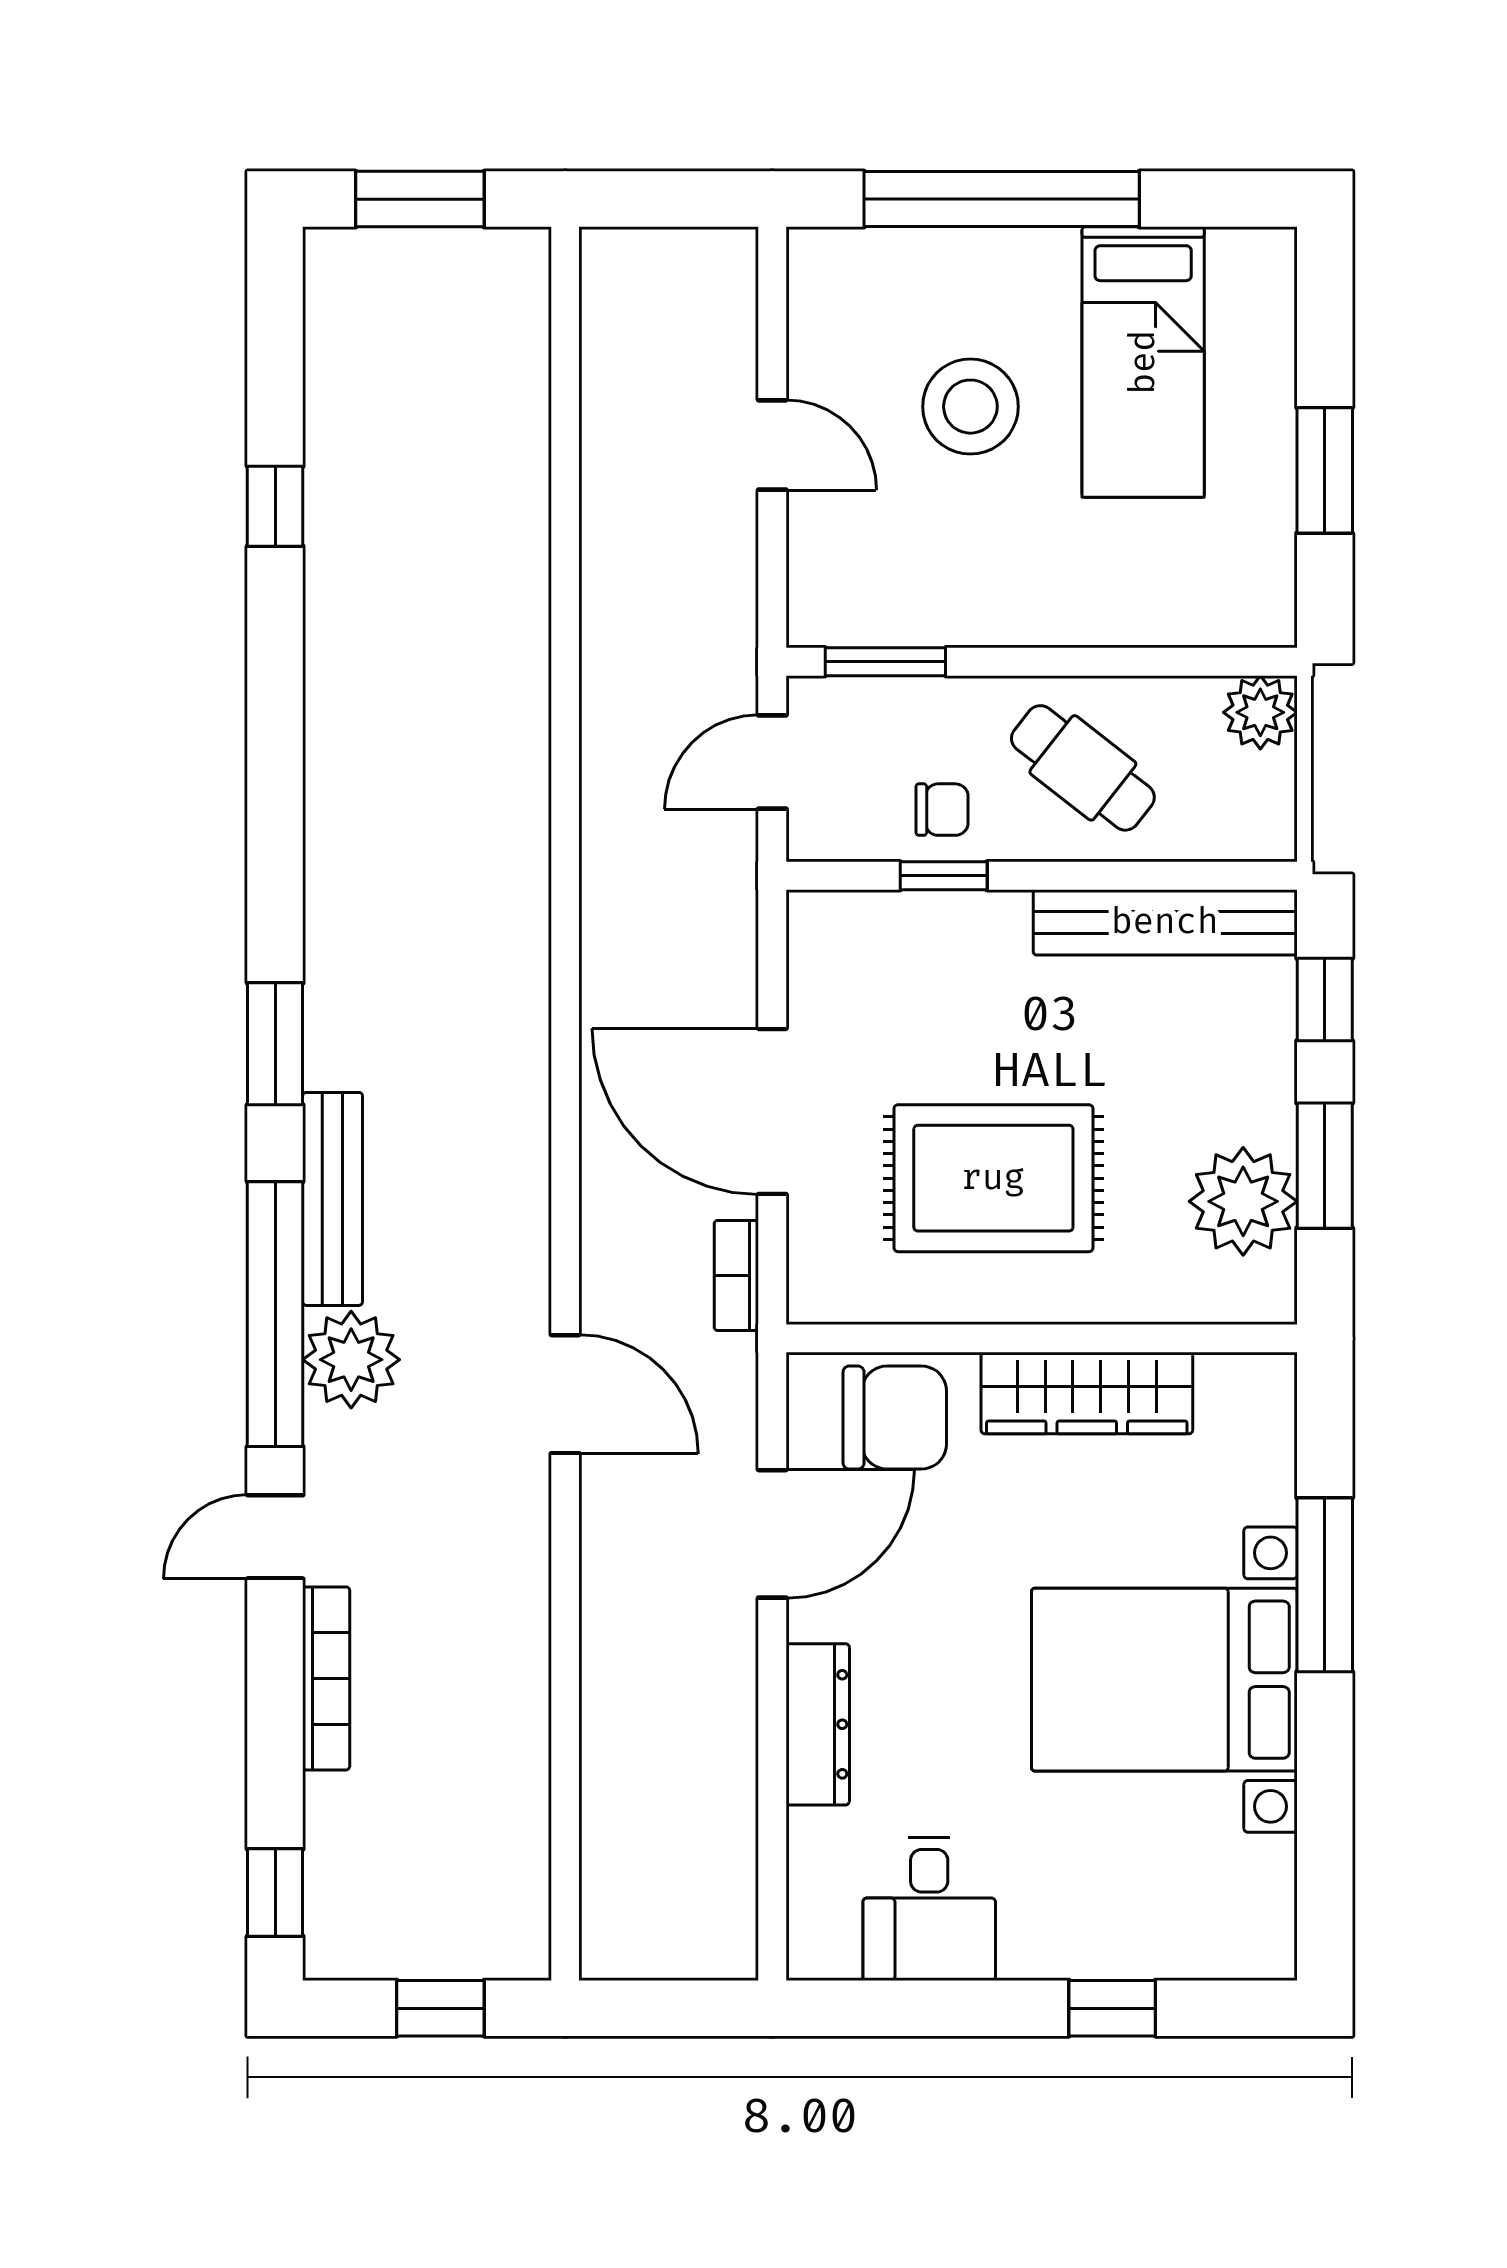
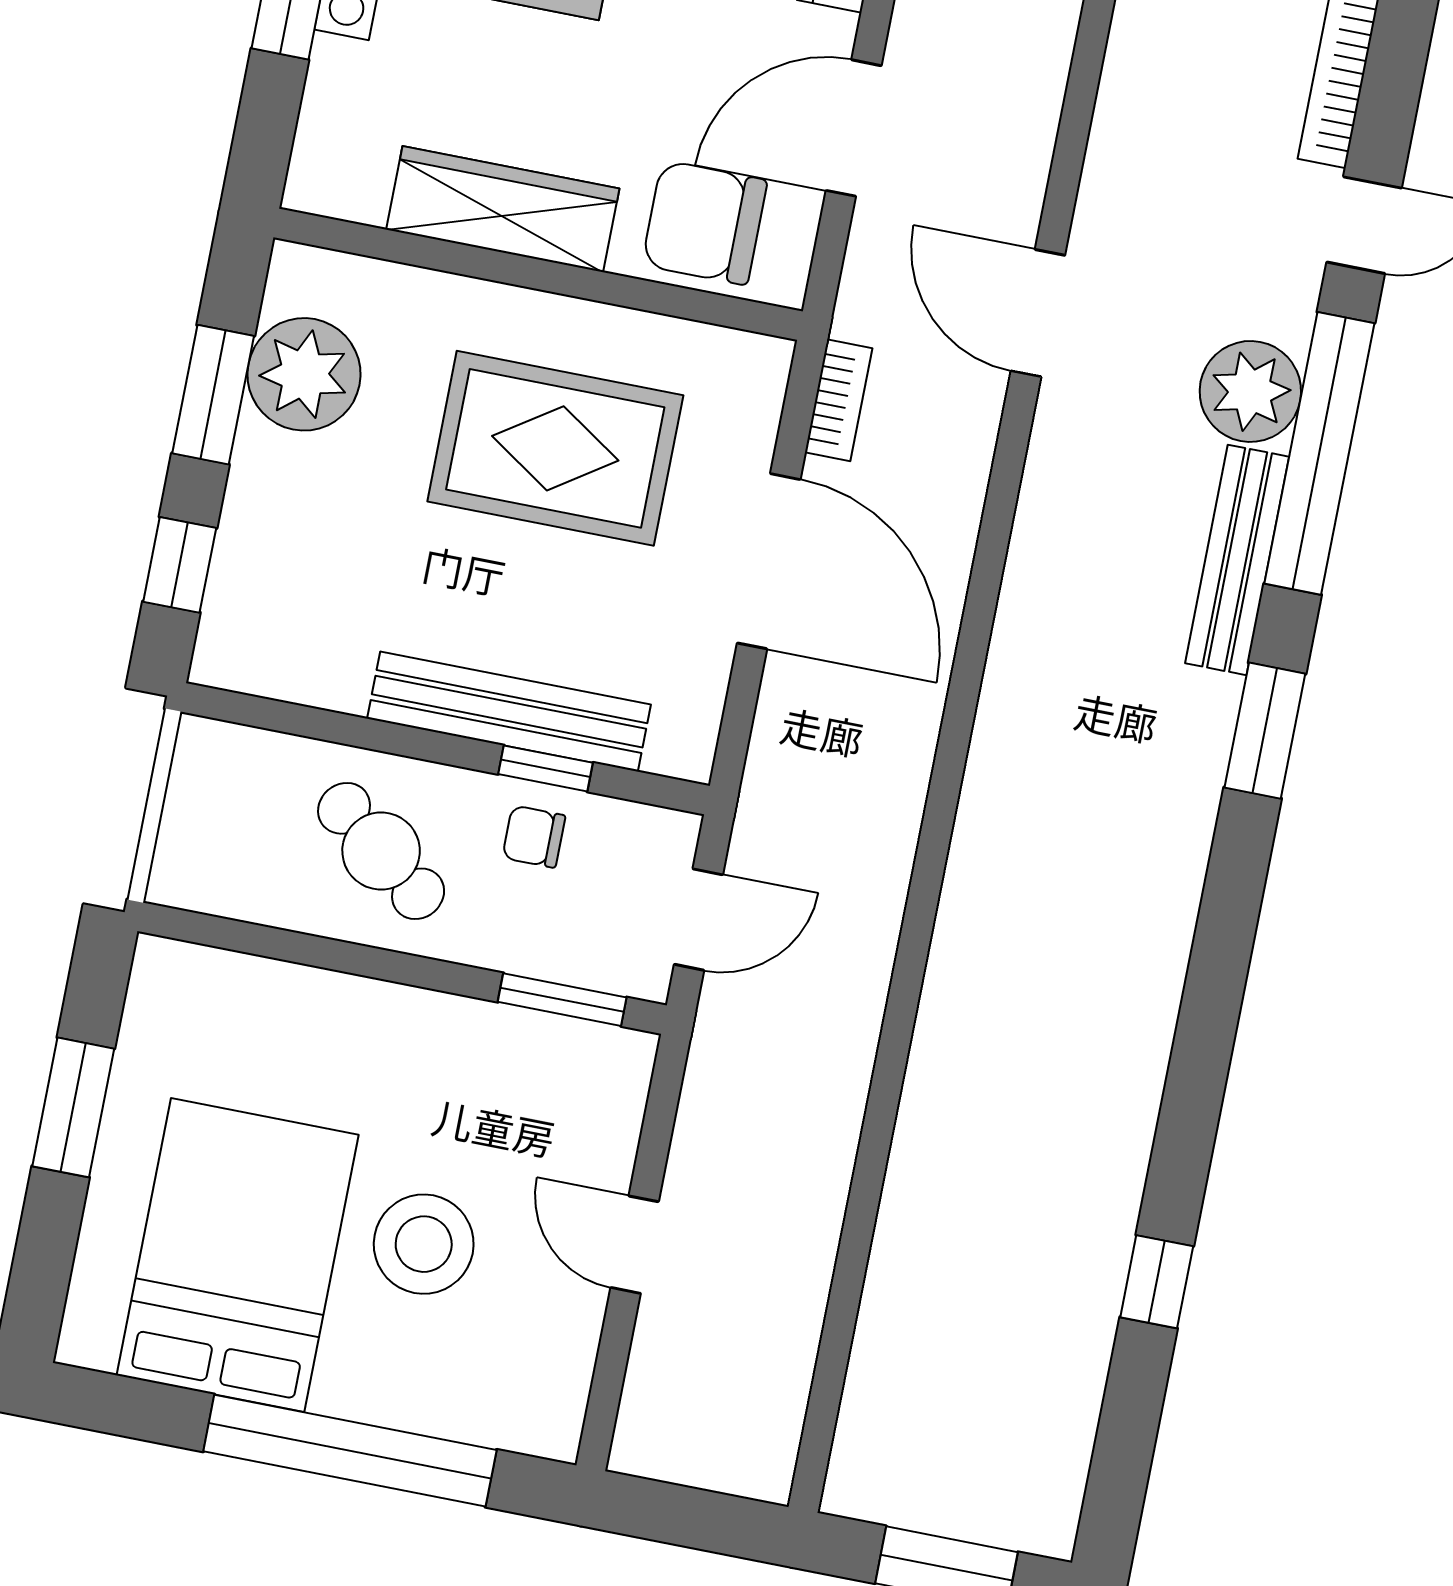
bed: (1143, 362) -> (238, 1255), width x1.50
plant: (1260, 712) -> (188, 872), removed
bench: (1165, 922) -> (509, 712), moved

